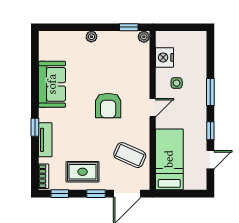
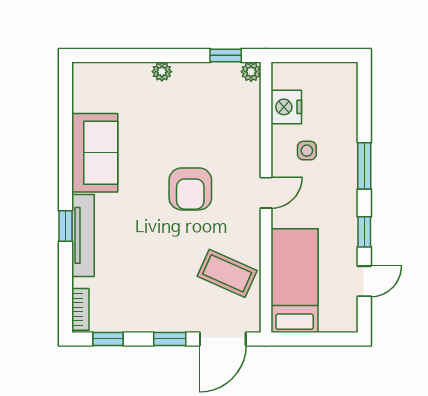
tv unit: (45, 140) -> (83, 235), width x1.41
rug: (83, 172) -> (147, 302), removed

